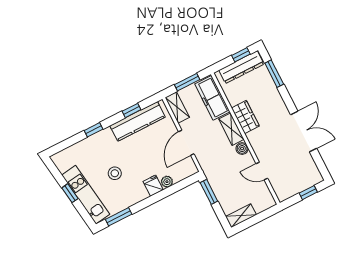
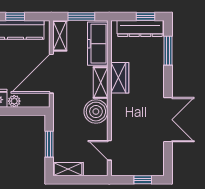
door: (186, 143) -> (51, 74), width x1.36
boiler: (242, 149) -> (96, 112), width x1.86, depth x1.86
door: (262, 171) -> (109, 150), moved
window: (209, 192) -> (49, 144), moved

